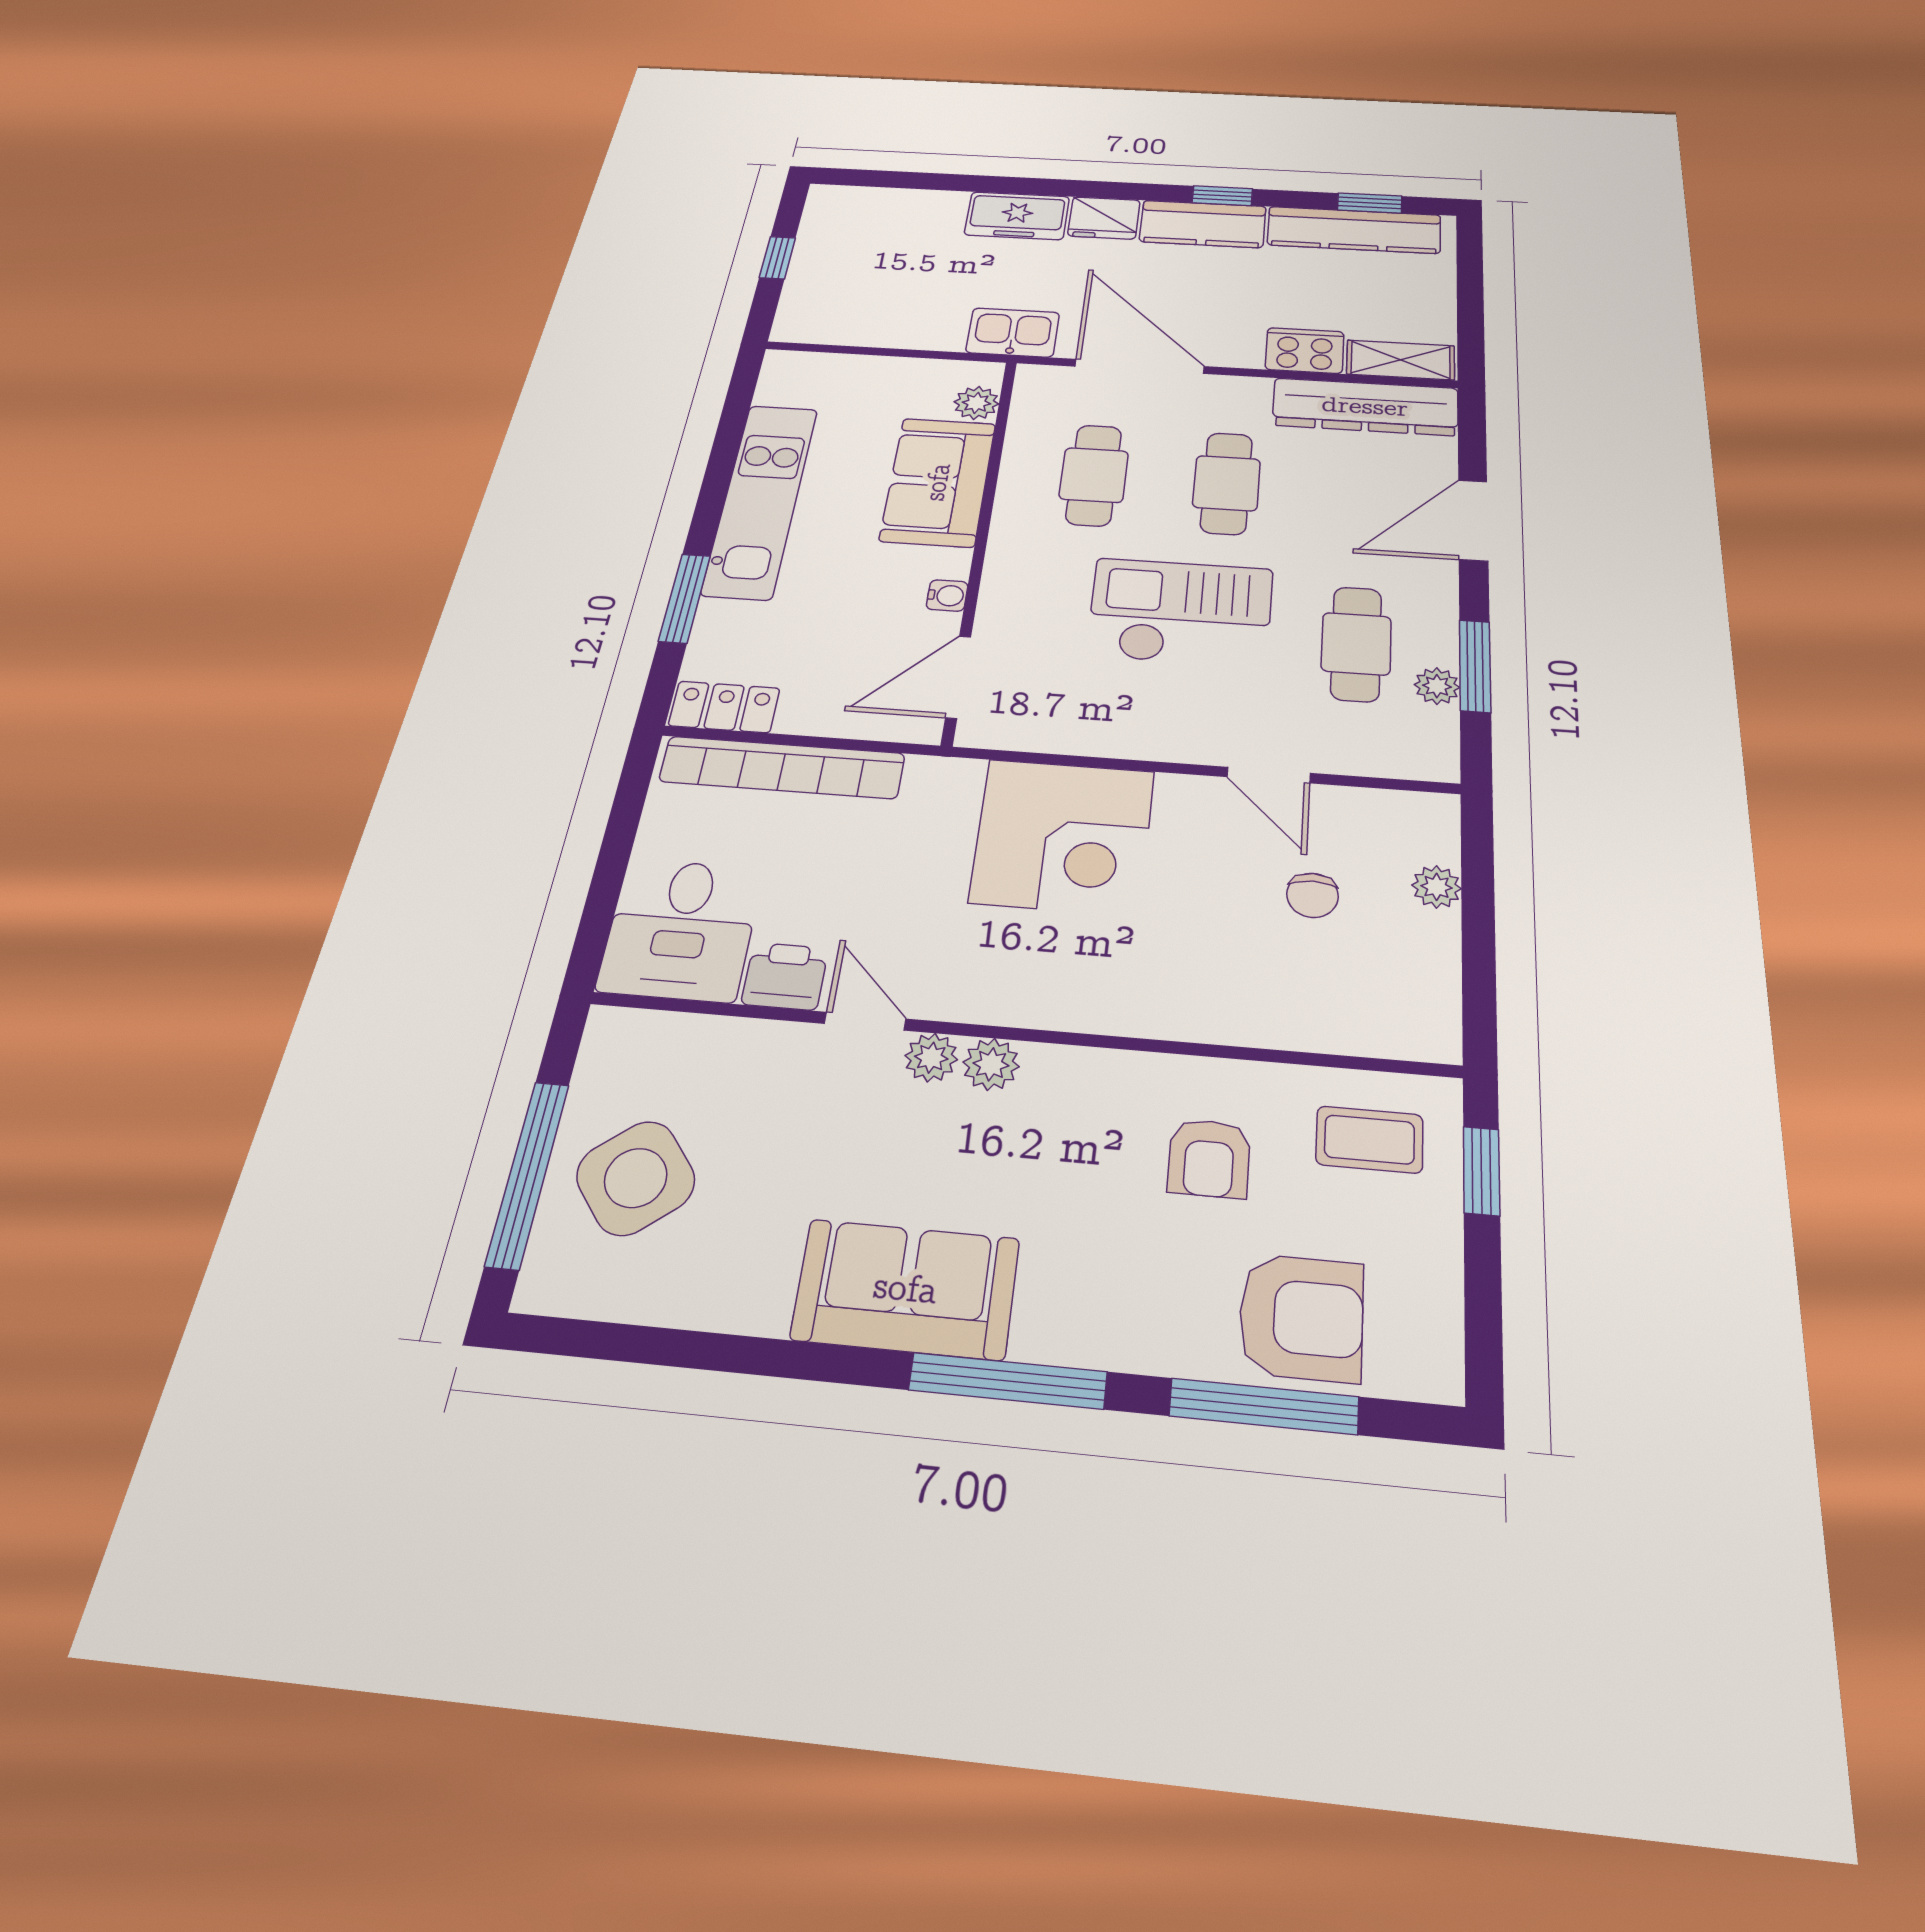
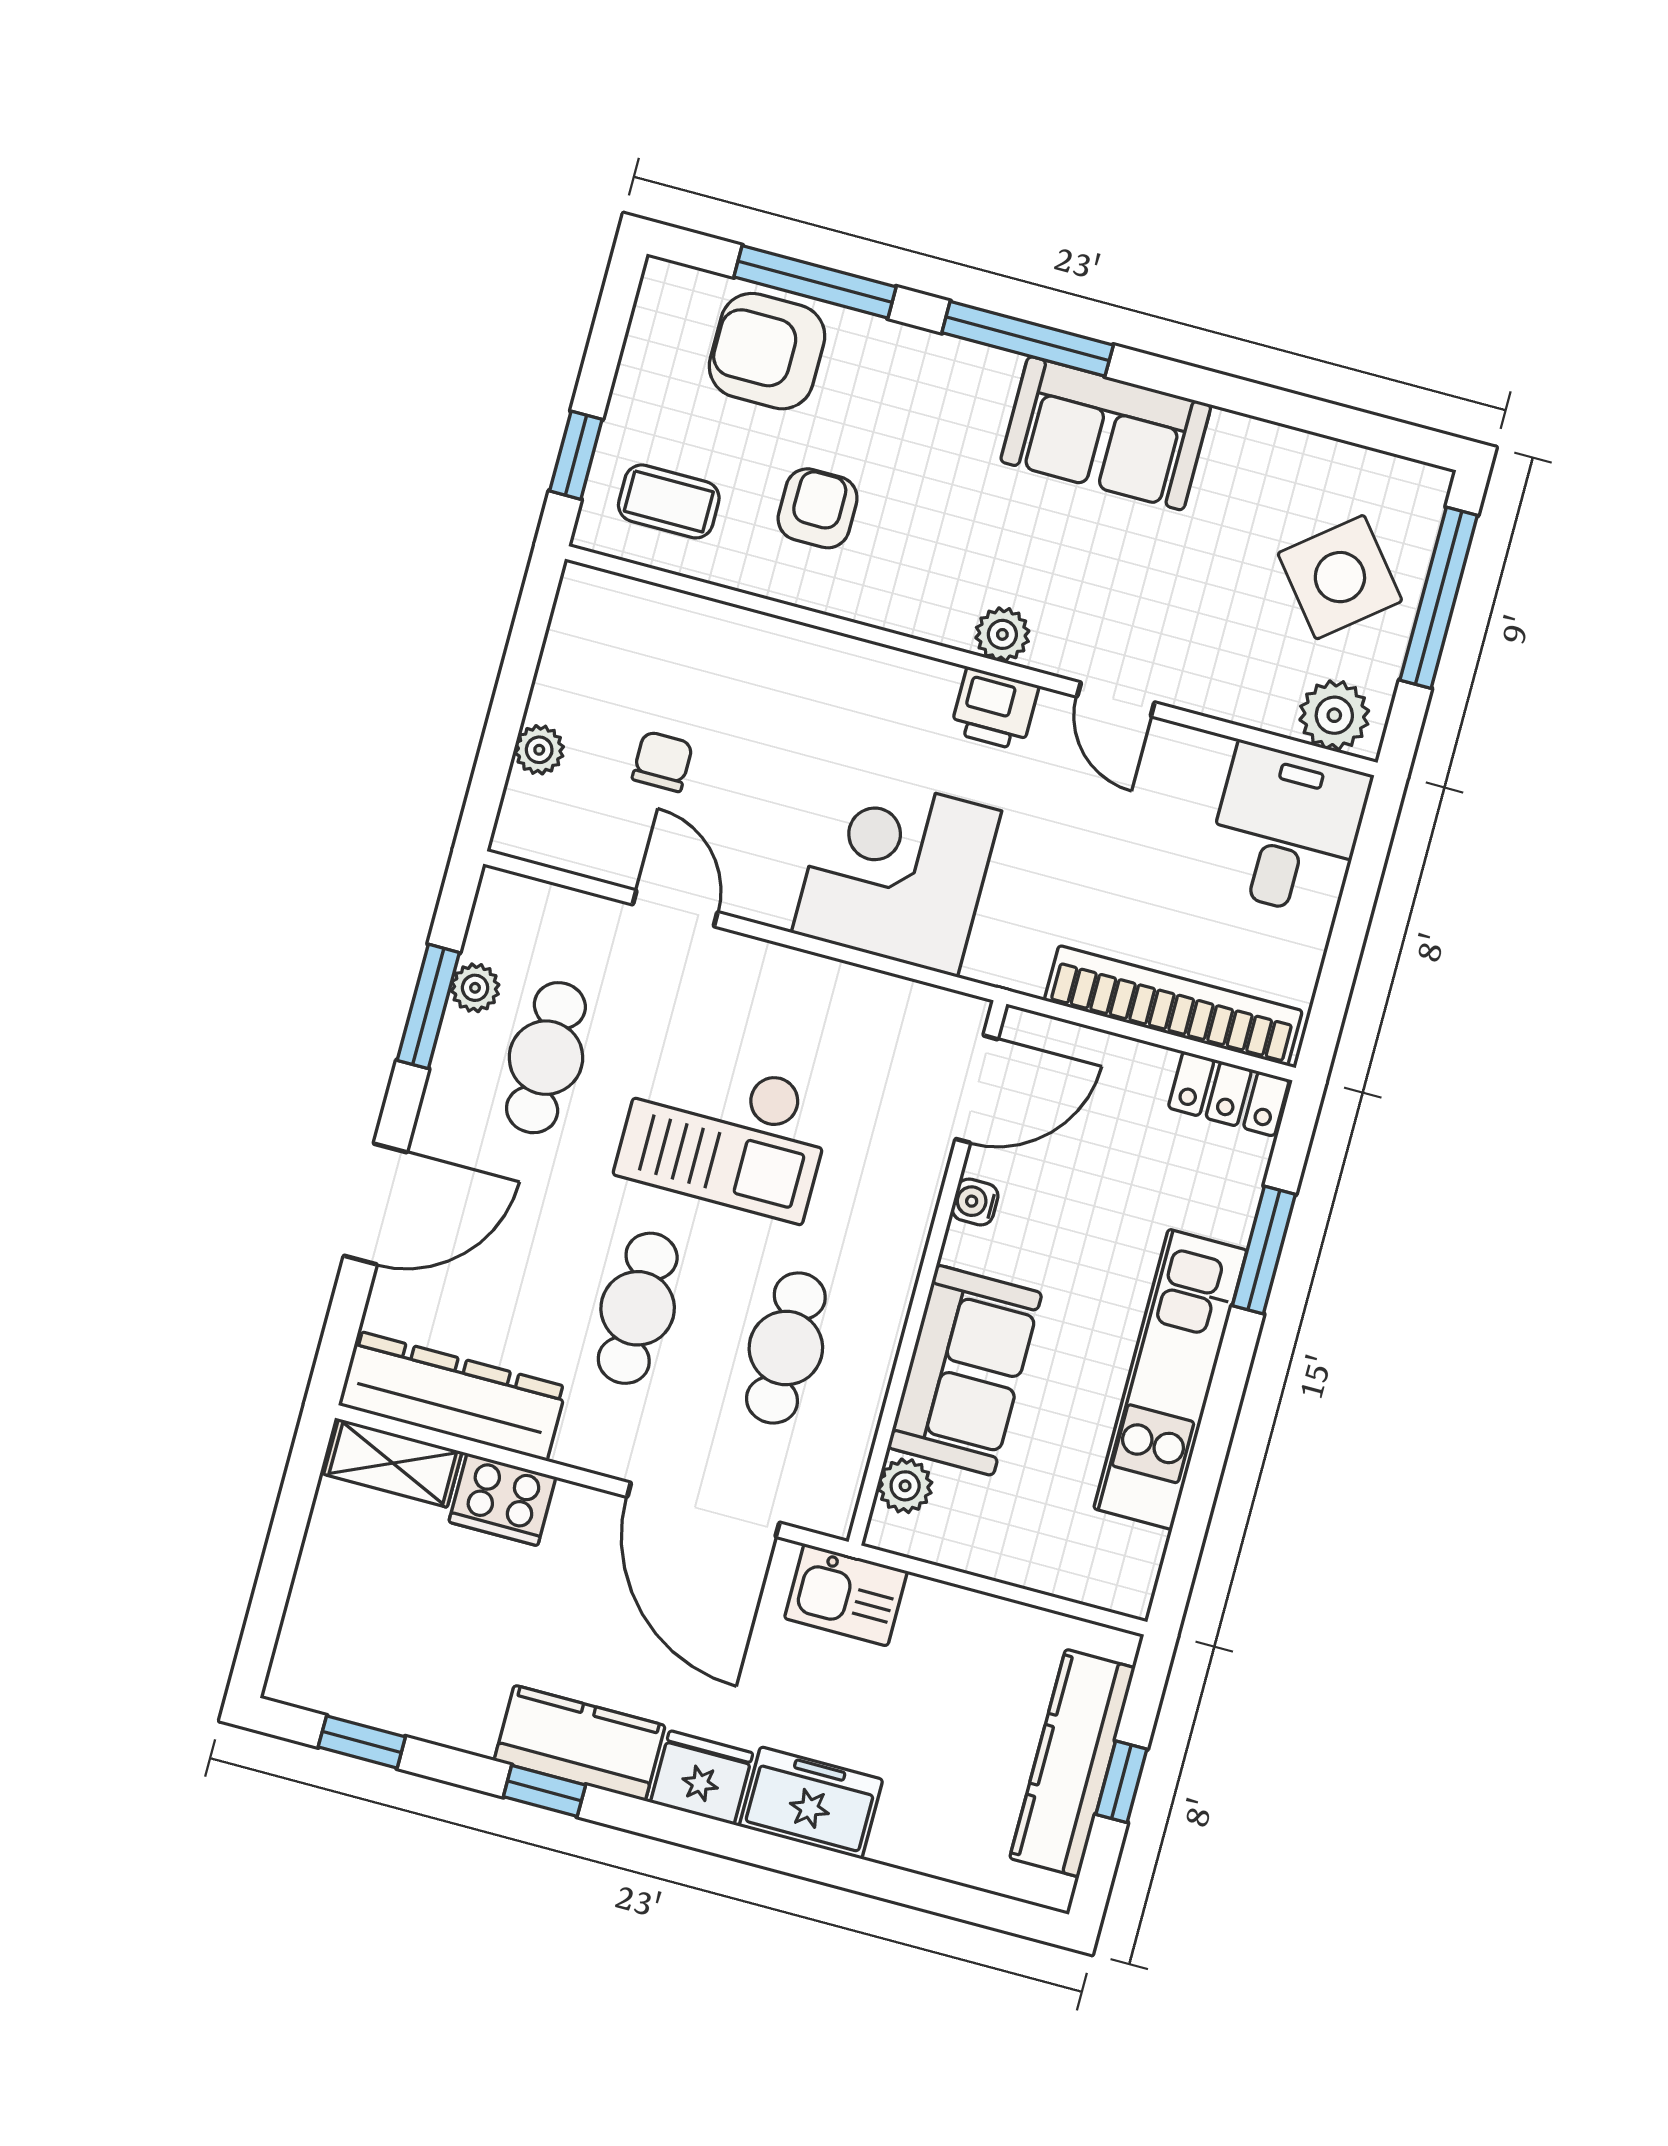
kitchen counter: (1354, 230) -> (1072, 1763), moved, turned -90
printer: (785, 976) -> (995, 709), moved
plant: (931, 1058) -> (1334, 715), moved, width x1.38, depth x1.38

